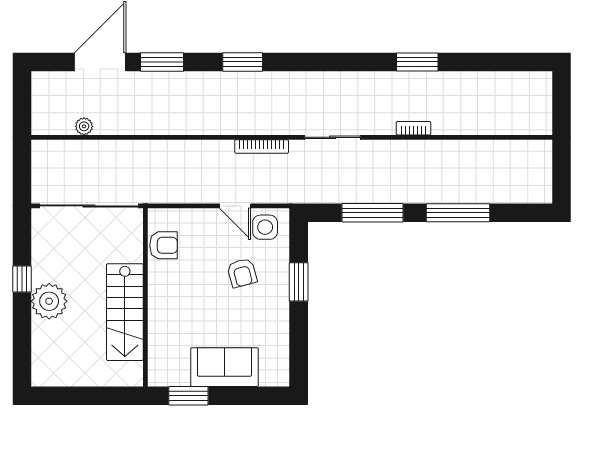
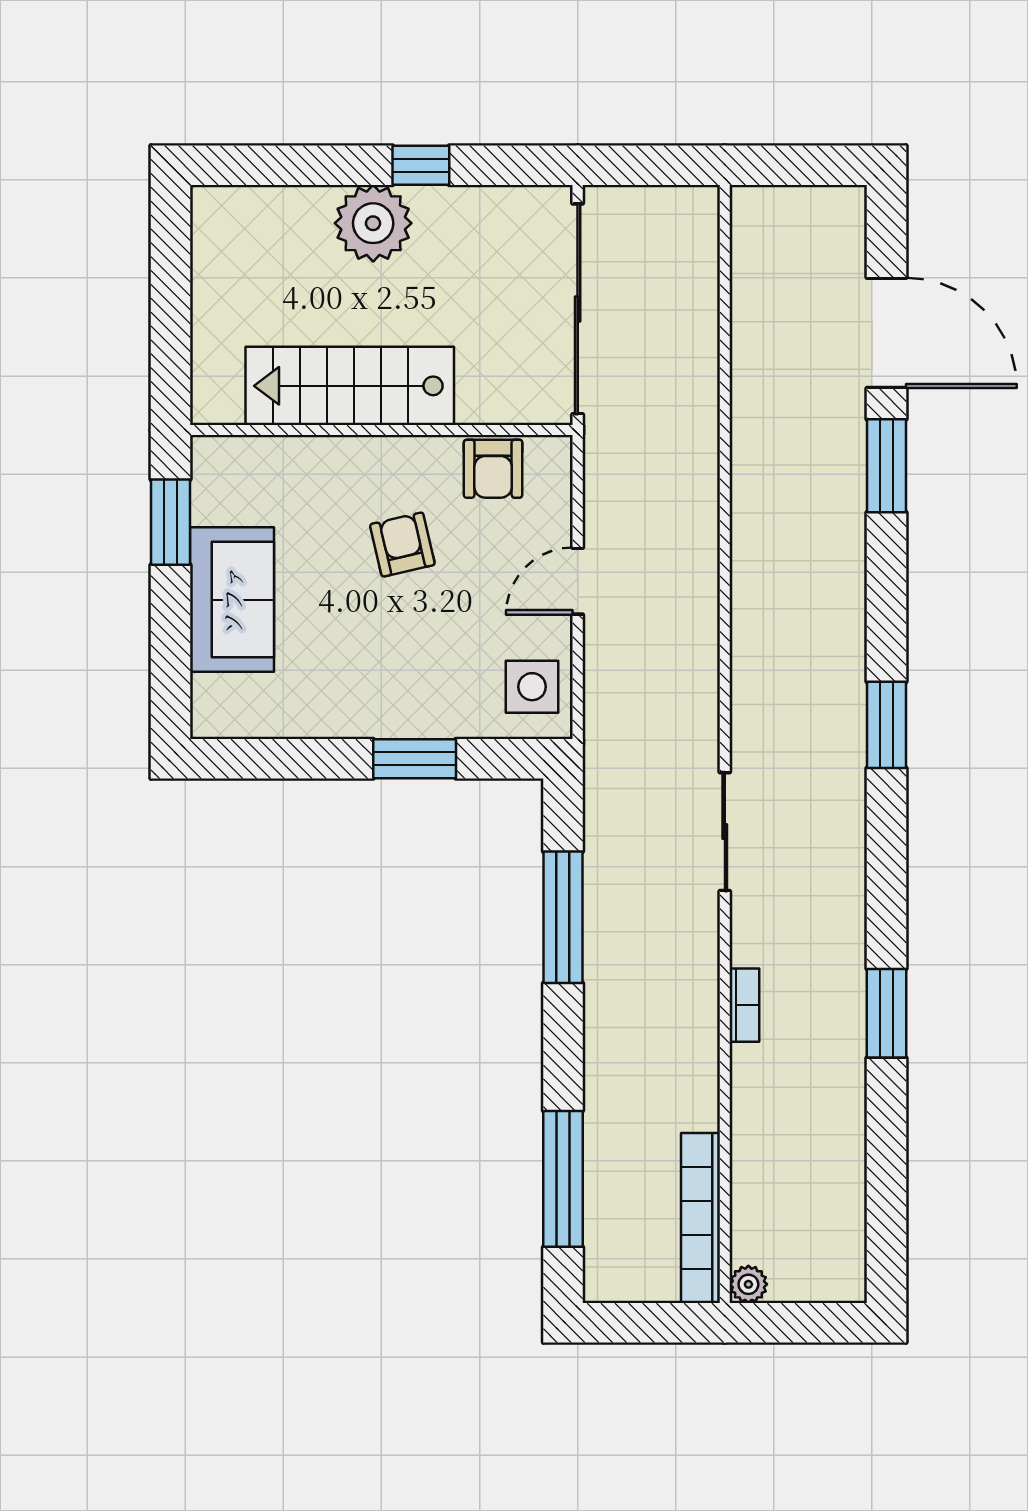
window: (243, 62) -> (887, 725), moved
plant: (84, 126) -> (748, 1284), moved
bookcase: (262, 146) -> (701, 1218), moved, width x1.48, depth x1.31
door: (235, 206) -> (578, 581), moved
window: (458, 213) -> (563, 1179), moved
armchair: (242, 273) -> (402, 545), moved, turned 92

